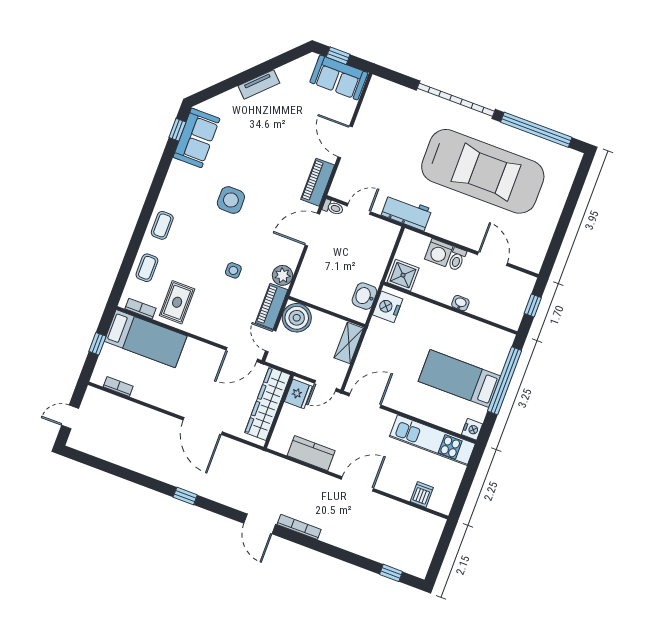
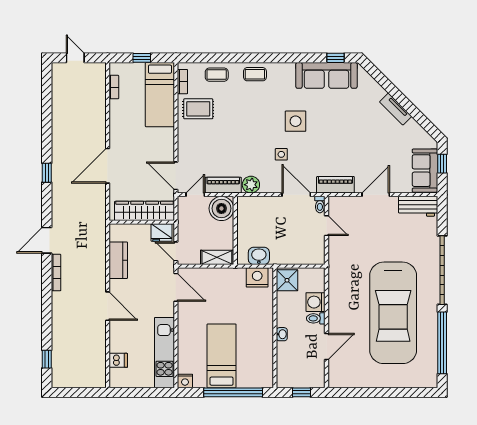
sofa: (196, 138) -> (327, 75), width x1.36
workbench: (407, 212) -> (418, 206), moved, turned 90
side table: (233, 270) -> (281, 154), moved

